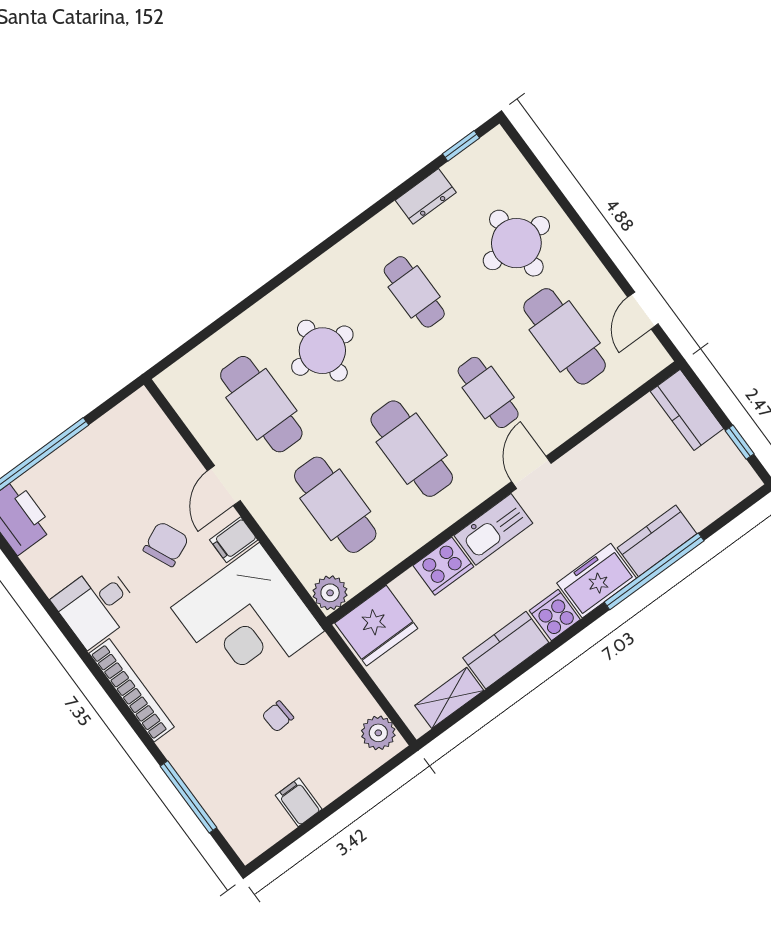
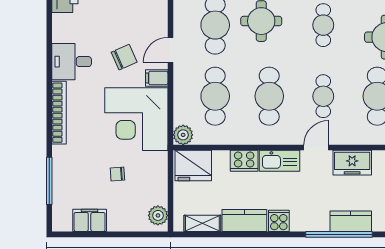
freezer: (597, 581) -> (352, 163), moved, turned 180
filing cabinet: (299, 802) -> (90, 220), width x2.00

